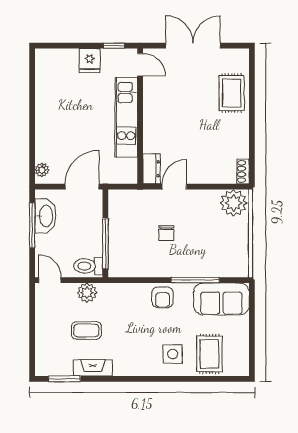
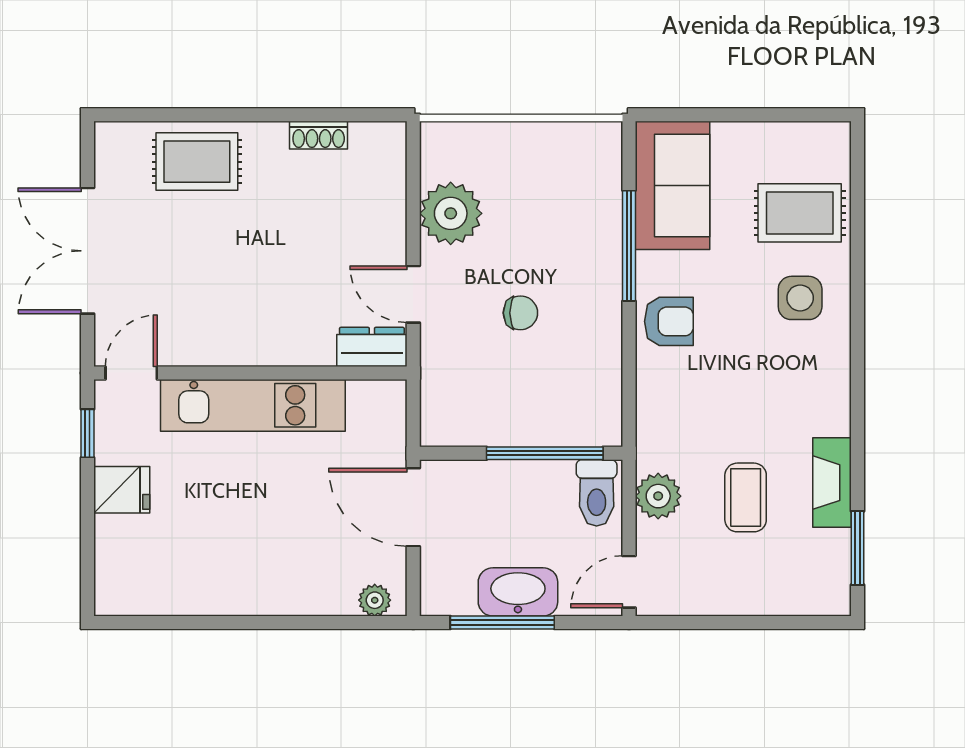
shoe rack: (243, 171) -> (319, 135), moved
plant: (234, 203) -> (451, 213), moved
washbasin: (45, 216) -> (518, 592), moved

